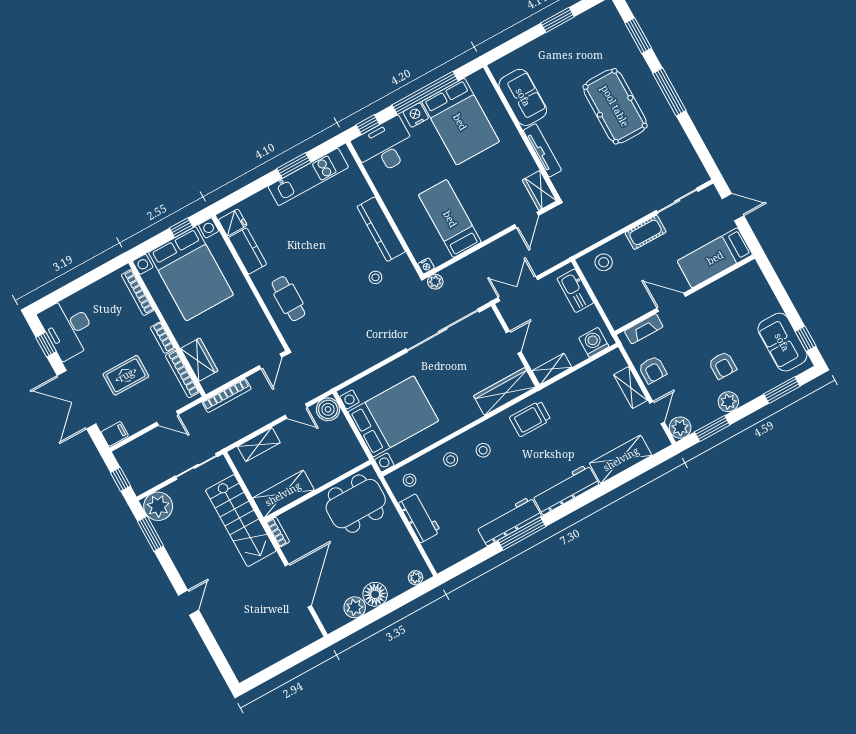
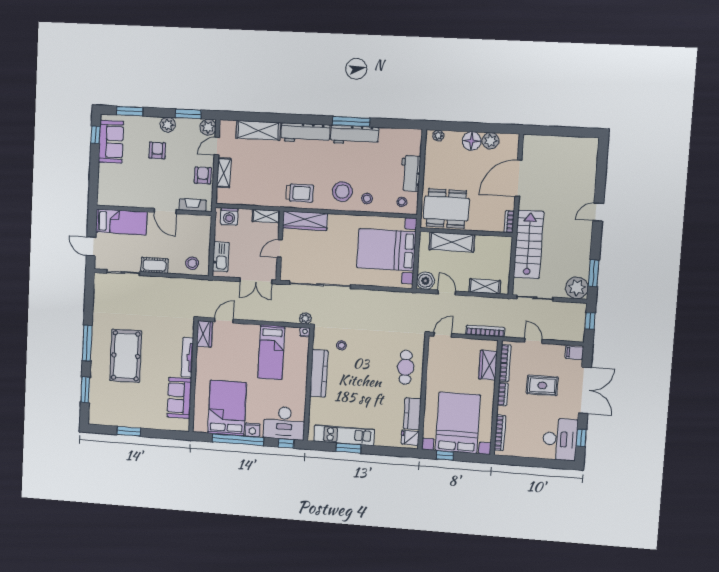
stool: (483, 450) -> (342, 191), width x1.89, depth x1.89
shelving: (283, 494) -> (452, 242), moved

